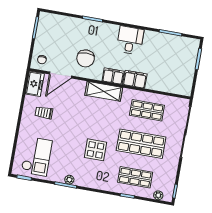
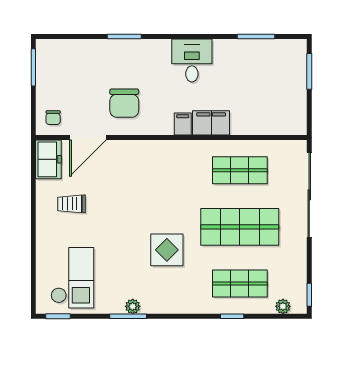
filing cabinet: (113, 76) -> (183, 124), width x0.50
shelving: (104, 91) -> (164, 152), removed

